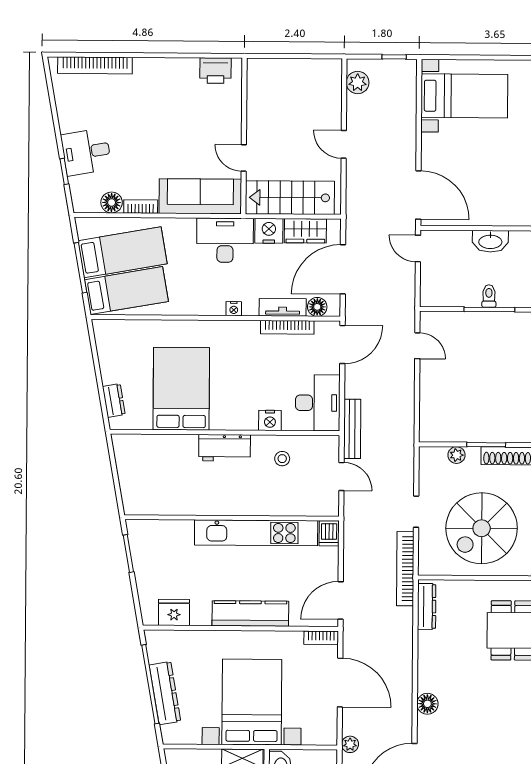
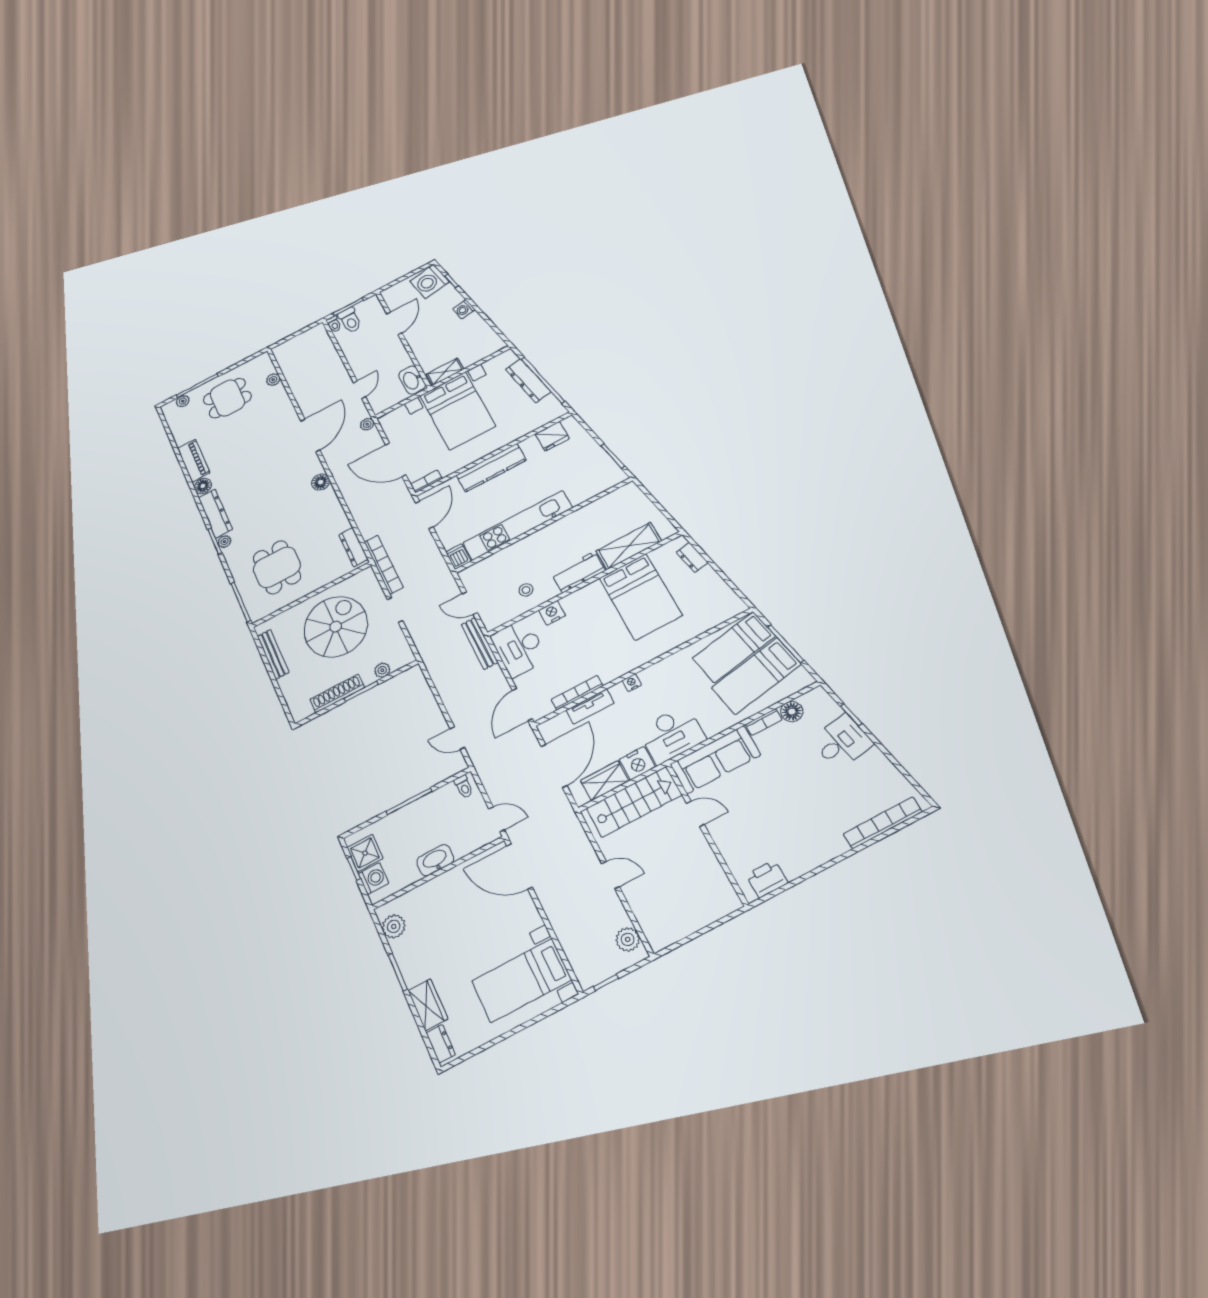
toilet: (489, 296) -> (464, 787), moved
floor lamp: (317, 307) -> (560, 723), removed
shelving: (164, 447) -> (629, 546), added

